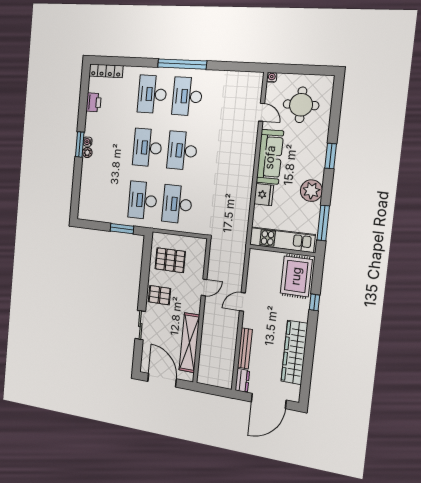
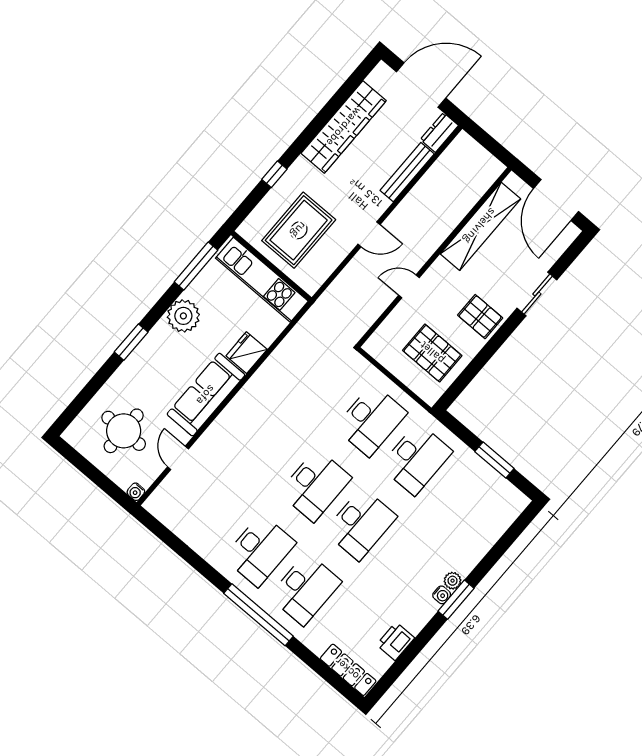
window: (182, 64) -> (258, 615), moved
window: (122, 229) -> (494, 460), moved
rug: (296, 276) -> (299, 230), moved

